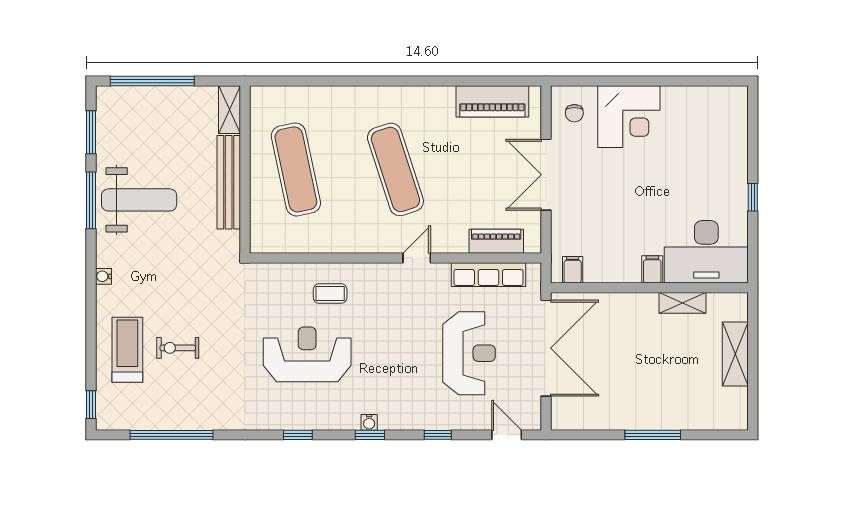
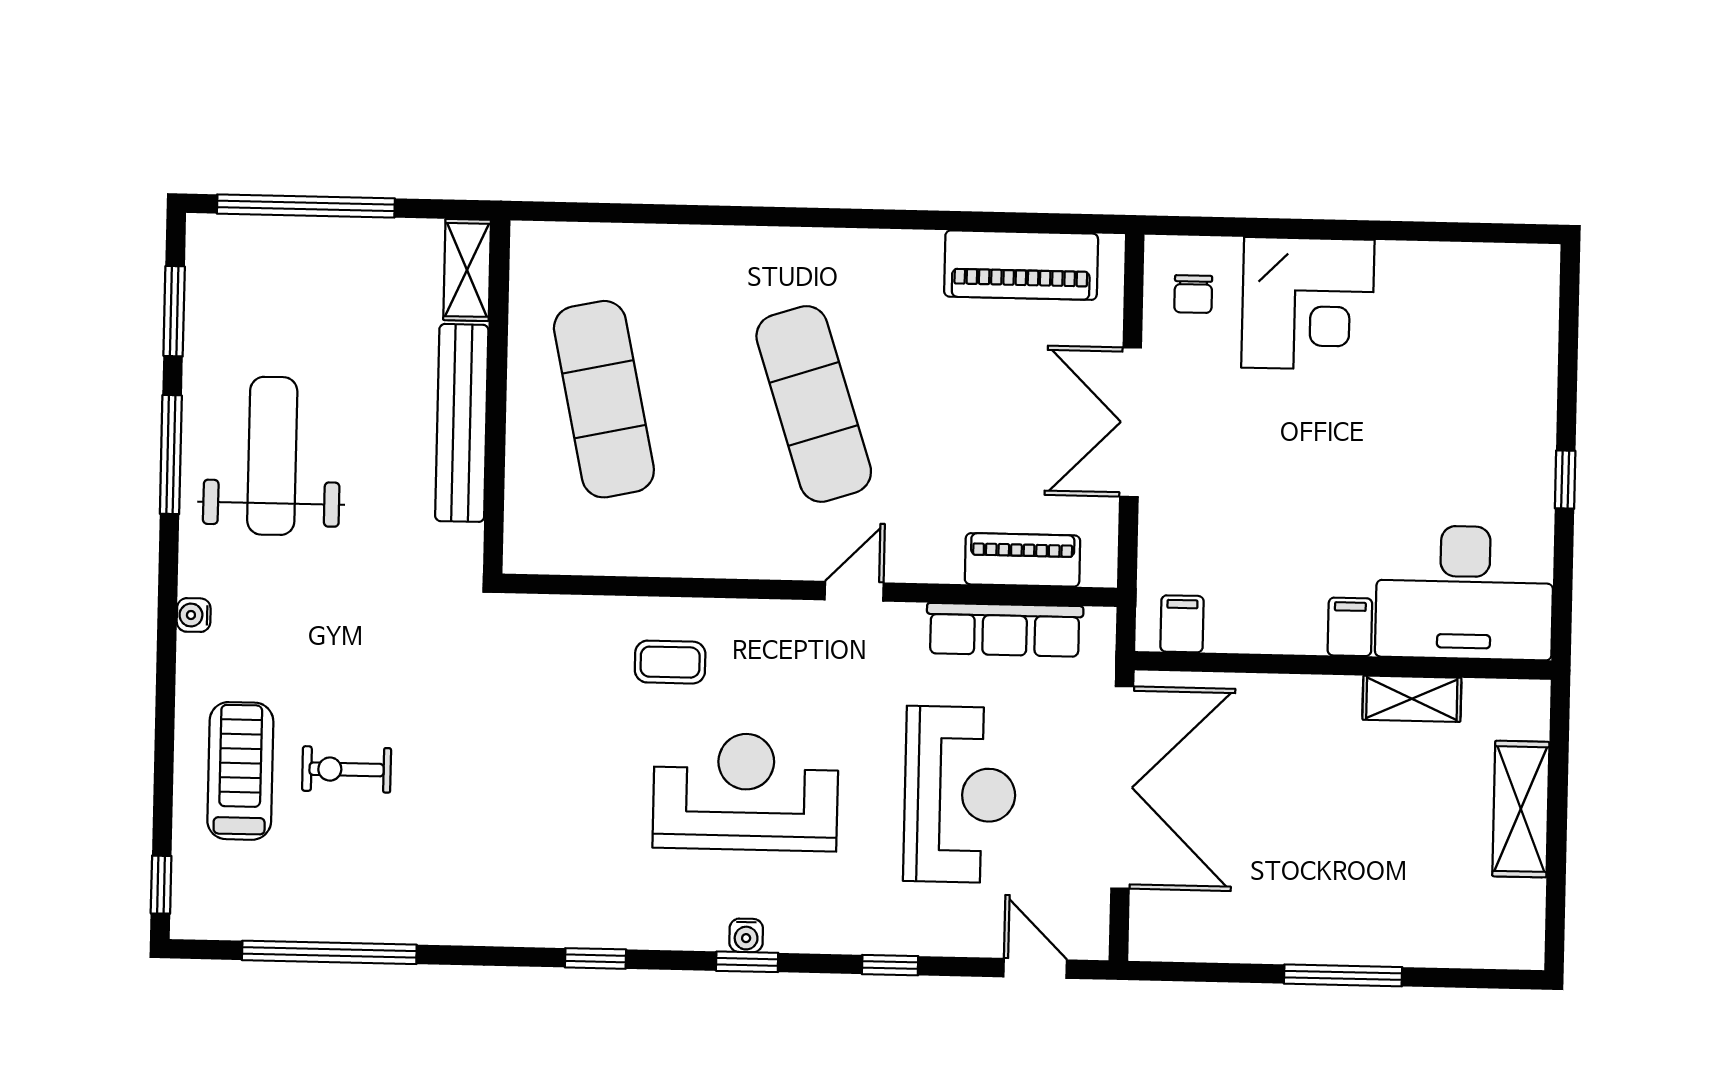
weight bench: (139, 200) -> (272, 456), turned -90
reception desk: (307, 354) -> (746, 792), moved

